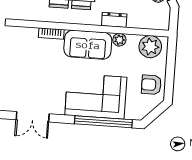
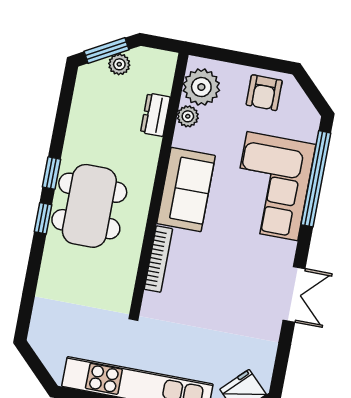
dresser: (114, 20) -> (155, 115), moved
bookcase: (51, 34) -> (158, 259), width x1.56
plant: (119, 40) -> (188, 116), moved

